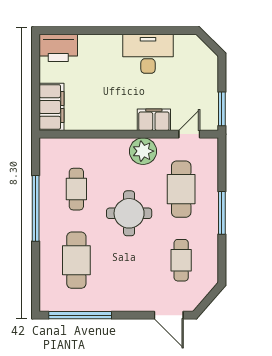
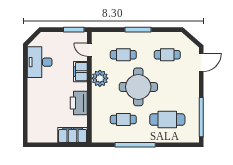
printer: (58, 48) -> (79, 103), moved, turned 180
desk: (148, 54) -> (40, 62), moved
cafe table: (181, 189) -> (123, 55), width x0.73, depth x0.74
round table: (129, 213) -> (138, 87), width x1.36, depth x1.36

